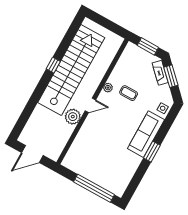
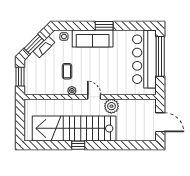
fireplace: (160, 73) -> (44, 47), moved
bar counter: (100, 172) -> (144, 59), added

